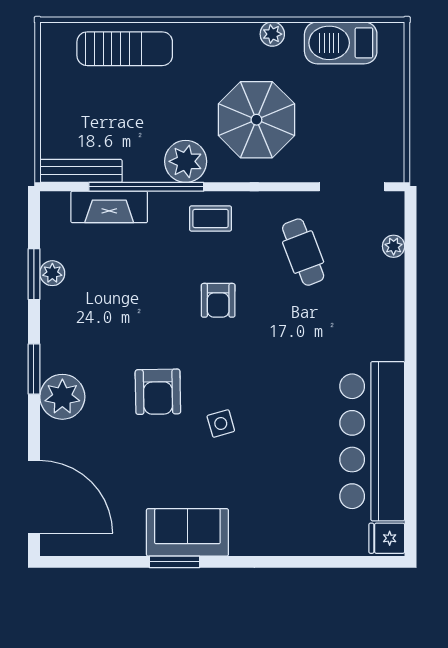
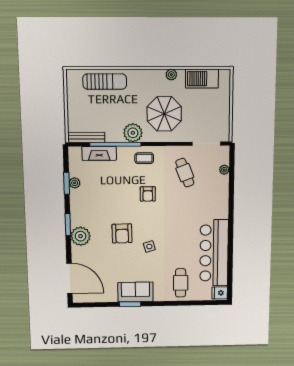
cafe table: (294, 512) -> (181, 283), added

